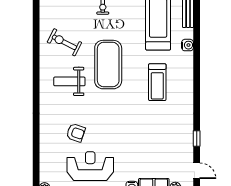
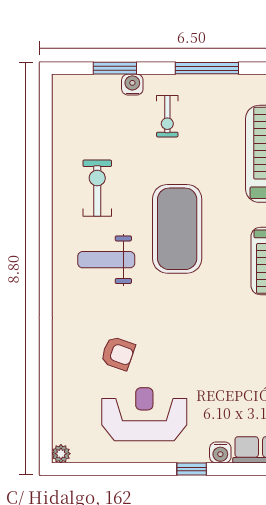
exercise bike: (64, 42) -> (97, 188), turned 63

